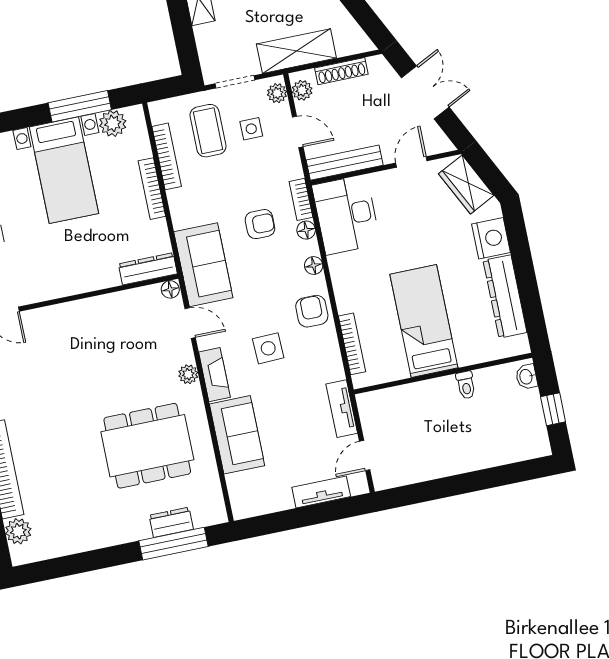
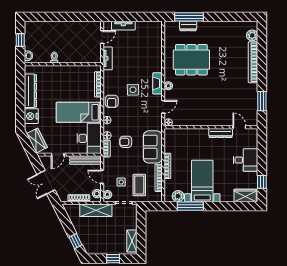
sofa: (203, 265) -> (153, 147), moved
dresser: (148, 269) -> (221, 133), moved
bed: (424, 321) -> (79, 112), moved, turned 90
door: (190, 323) -> (163, 107), swing flipped
sofa: (237, 435) -> (153, 57), removed

